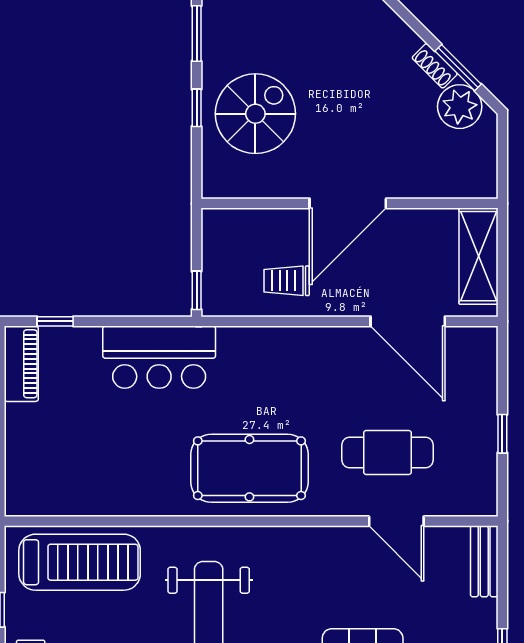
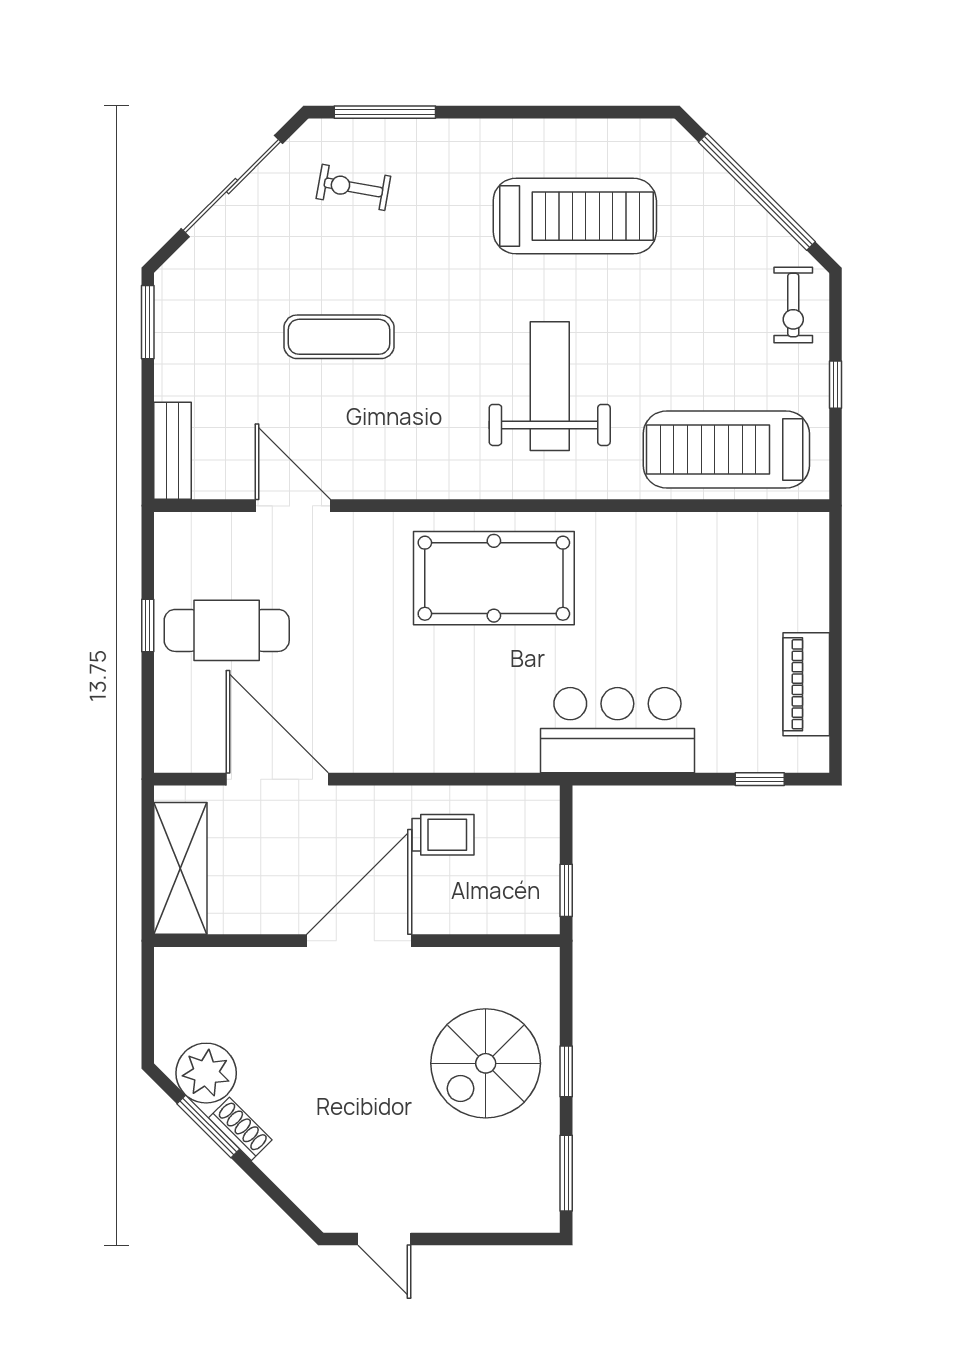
window: (197, 290) -> (566, 890), moved
piano: (21, 364) -> (806, 684), moved
cafe table: (387, 453) -> (227, 630), moved

